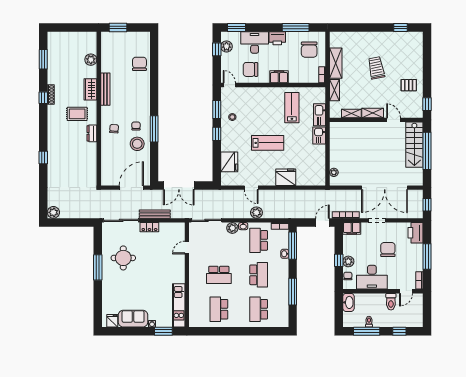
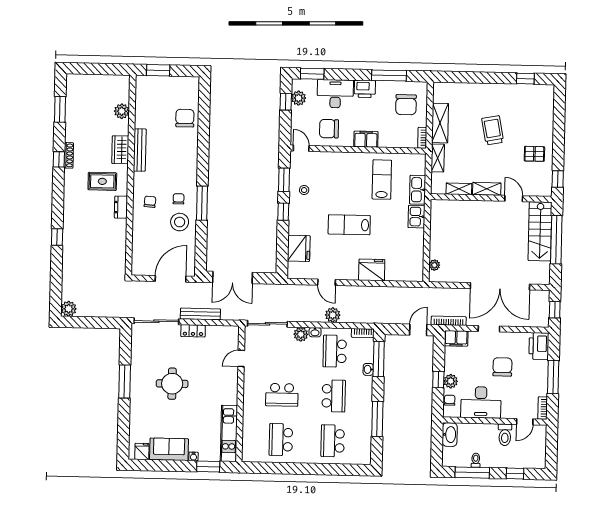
lab bench: (268, 143) -> (349, 225), turned 180
round table: (123, 258) -> (172, 384), moved

